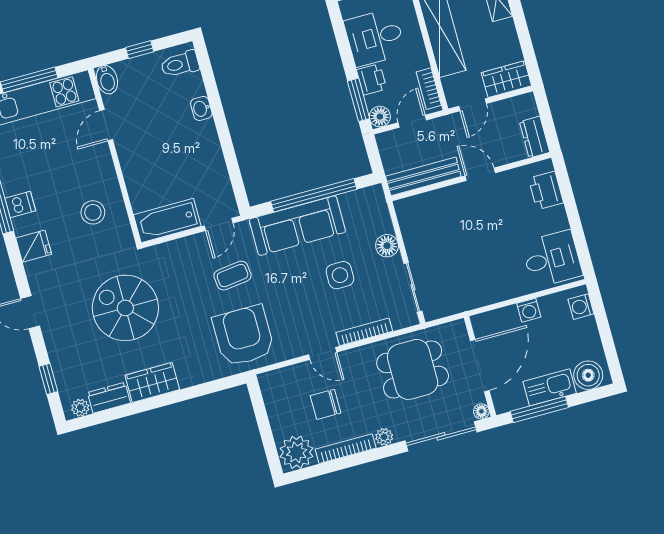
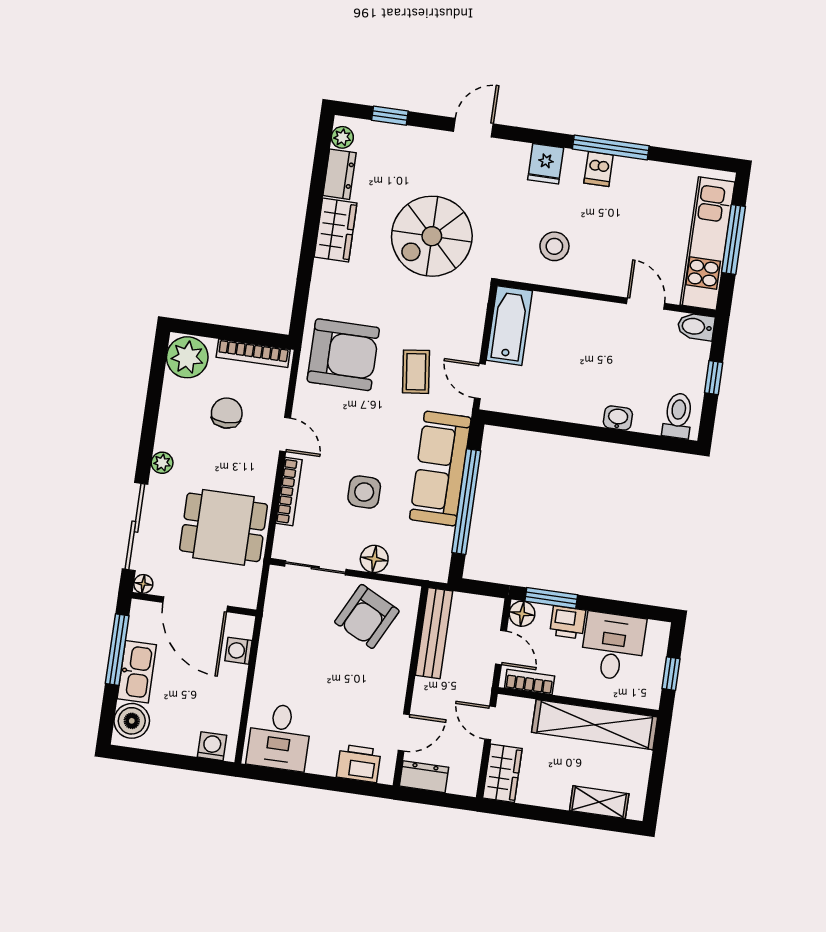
door: (480, 174) -> (404, 732), moved
armchair: (433, 232) -> (367, 616), added
spiral stairs: (125, 308) -> (432, 236), turned 180
washing machine: (529, 310) -> (238, 651), moved
door: (323, 353) -> (285, 435), swing flipped
dining table: (413, 369) -> (223, 527), turned 90
bookcase: (346, 449) -> (253, 353), moved, turned 90

